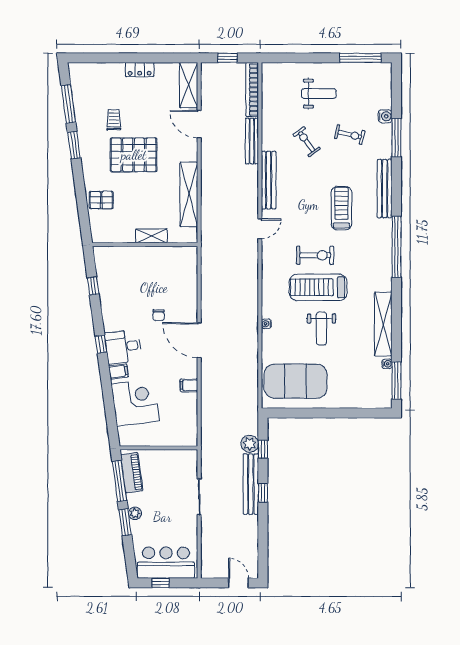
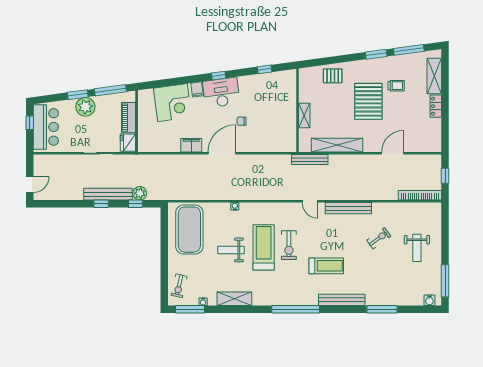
shelving: (189, 85) -> (434, 76), moved, turned 90
water cooler: (385, 116) -> (429, 300), moved
exercise bike: (350, 135) -> (179, 286), moved
bench: (252, 141) -> (310, 160), moved
pallet: (101, 200) -> (333, 76), turned 90
shelving: (383, 324) -> (234, 299), width x0.68
desk: (123, 347) -> (221, 93), width x1.37
filing cabinet: (189, 385) -> (191, 145), width x2.00
fridge: (186, 459) -> (128, 143), added
piano: (132, 473) -> (129, 118), moved, turned 98
plant: (135, 513) -> (85, 107), width x1.88, depth x1.88

